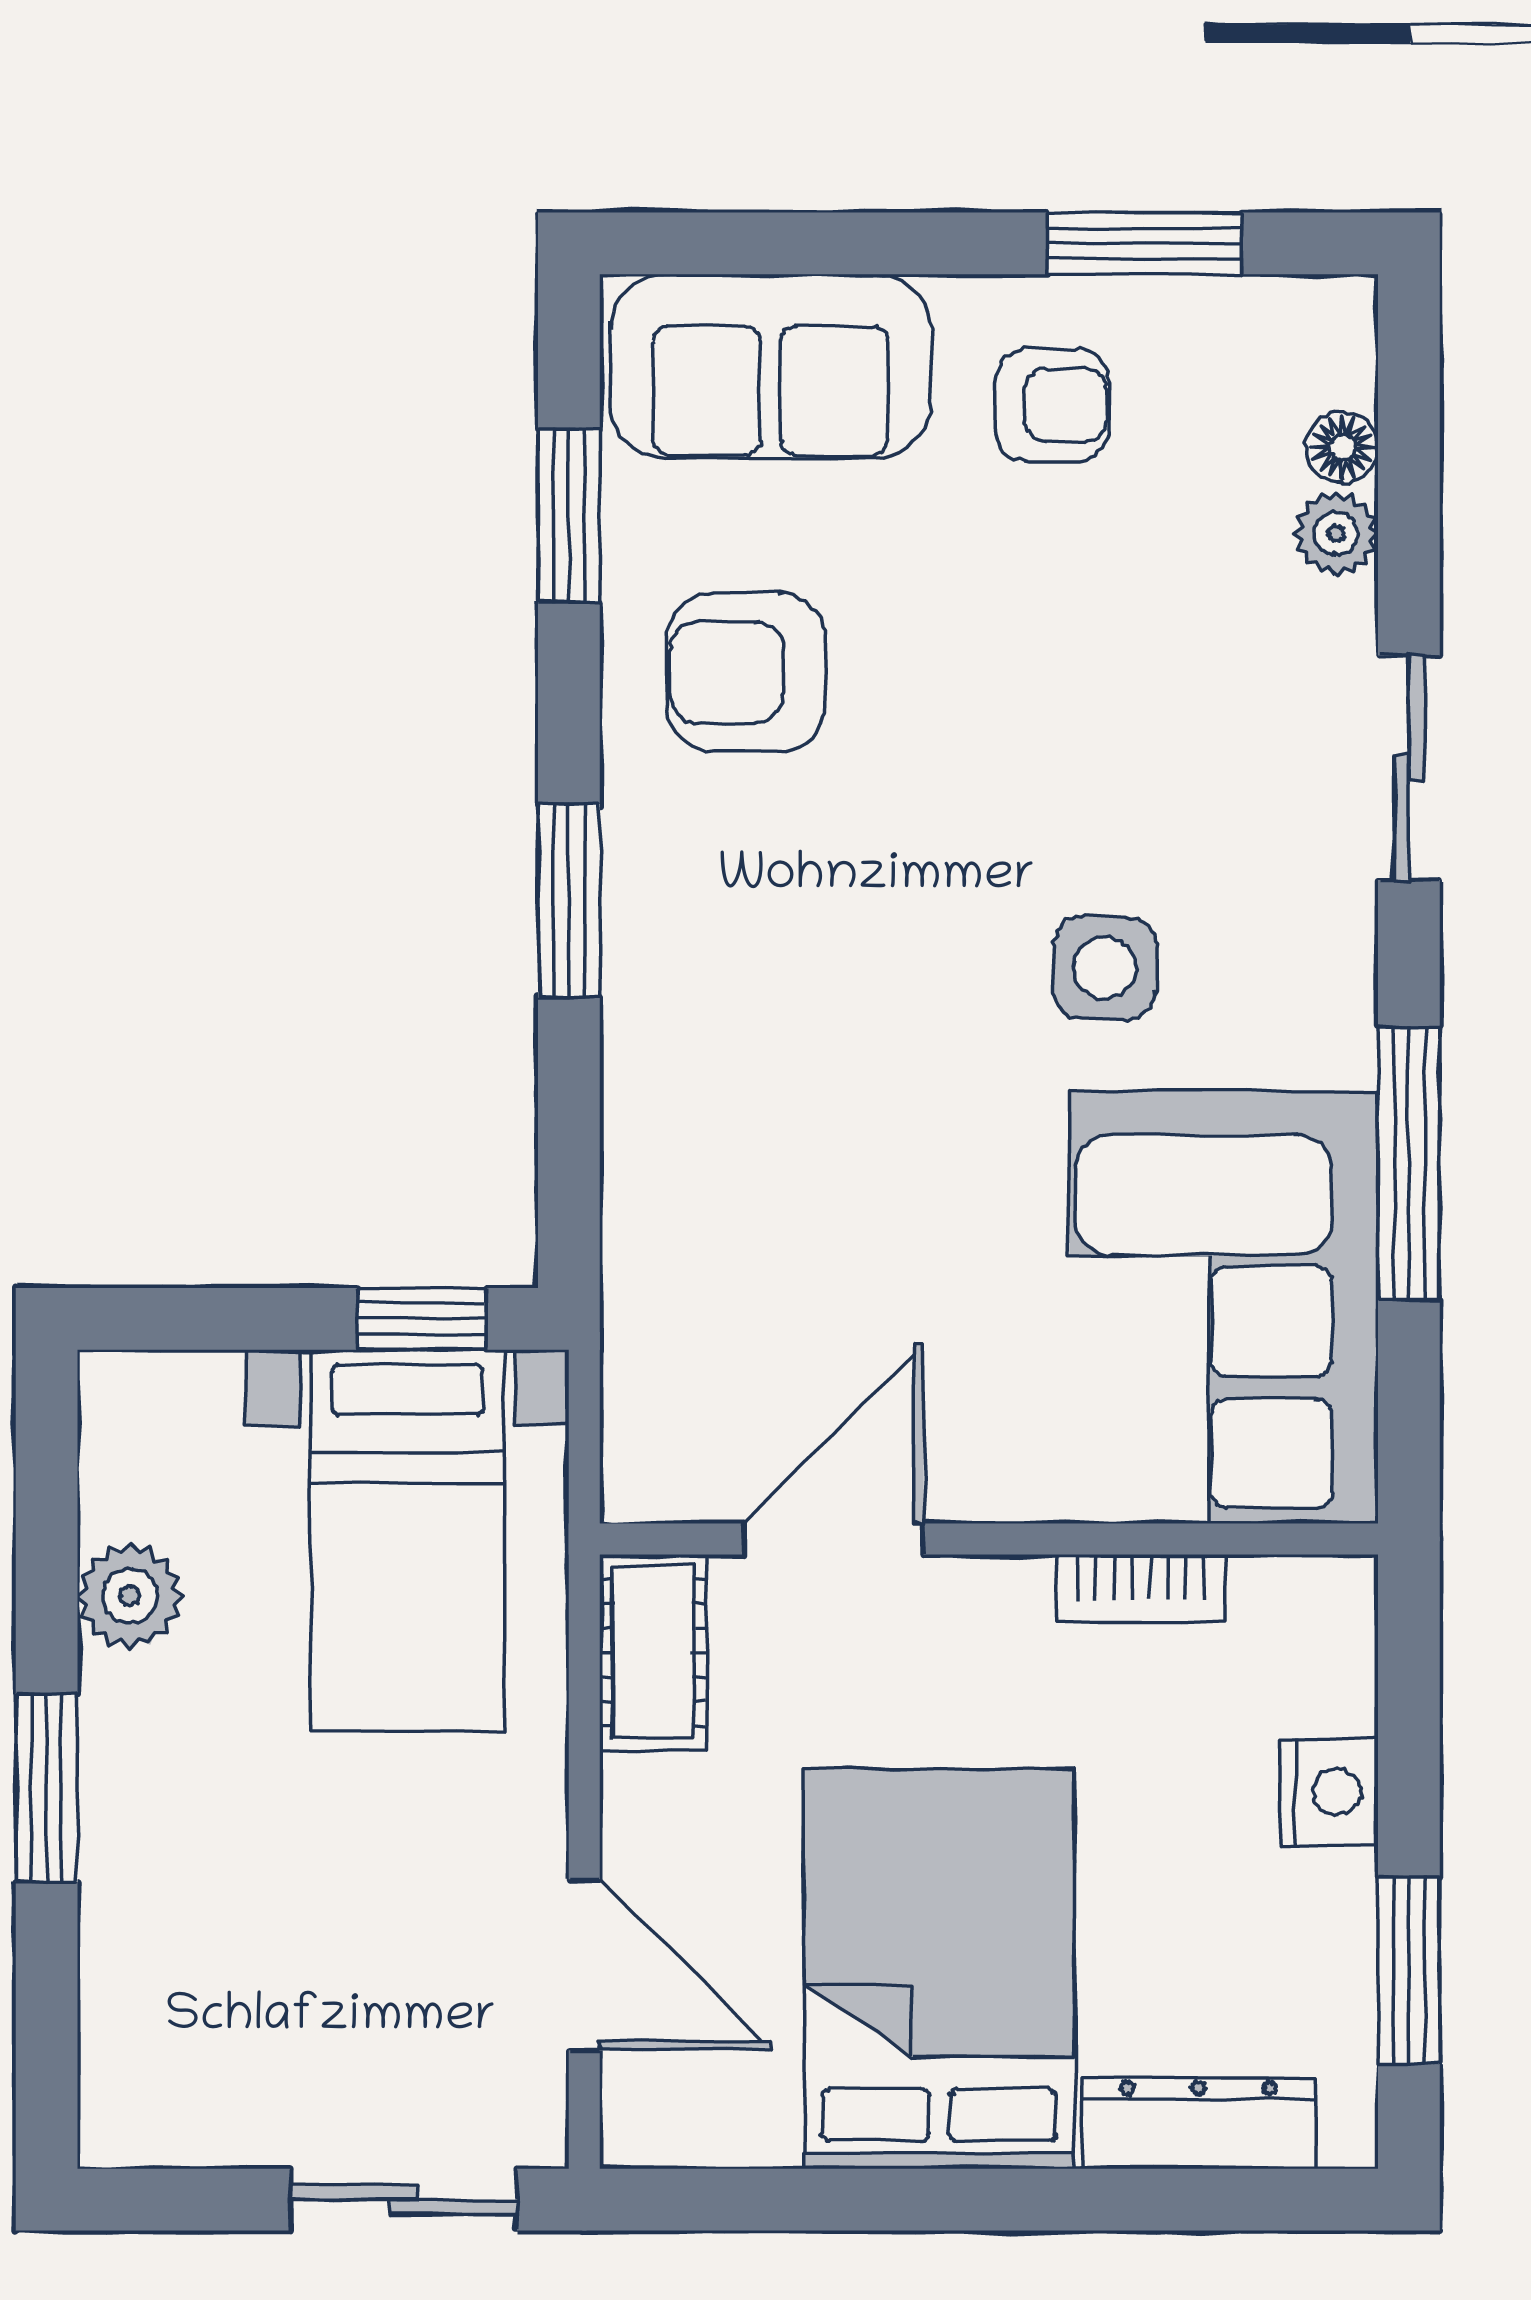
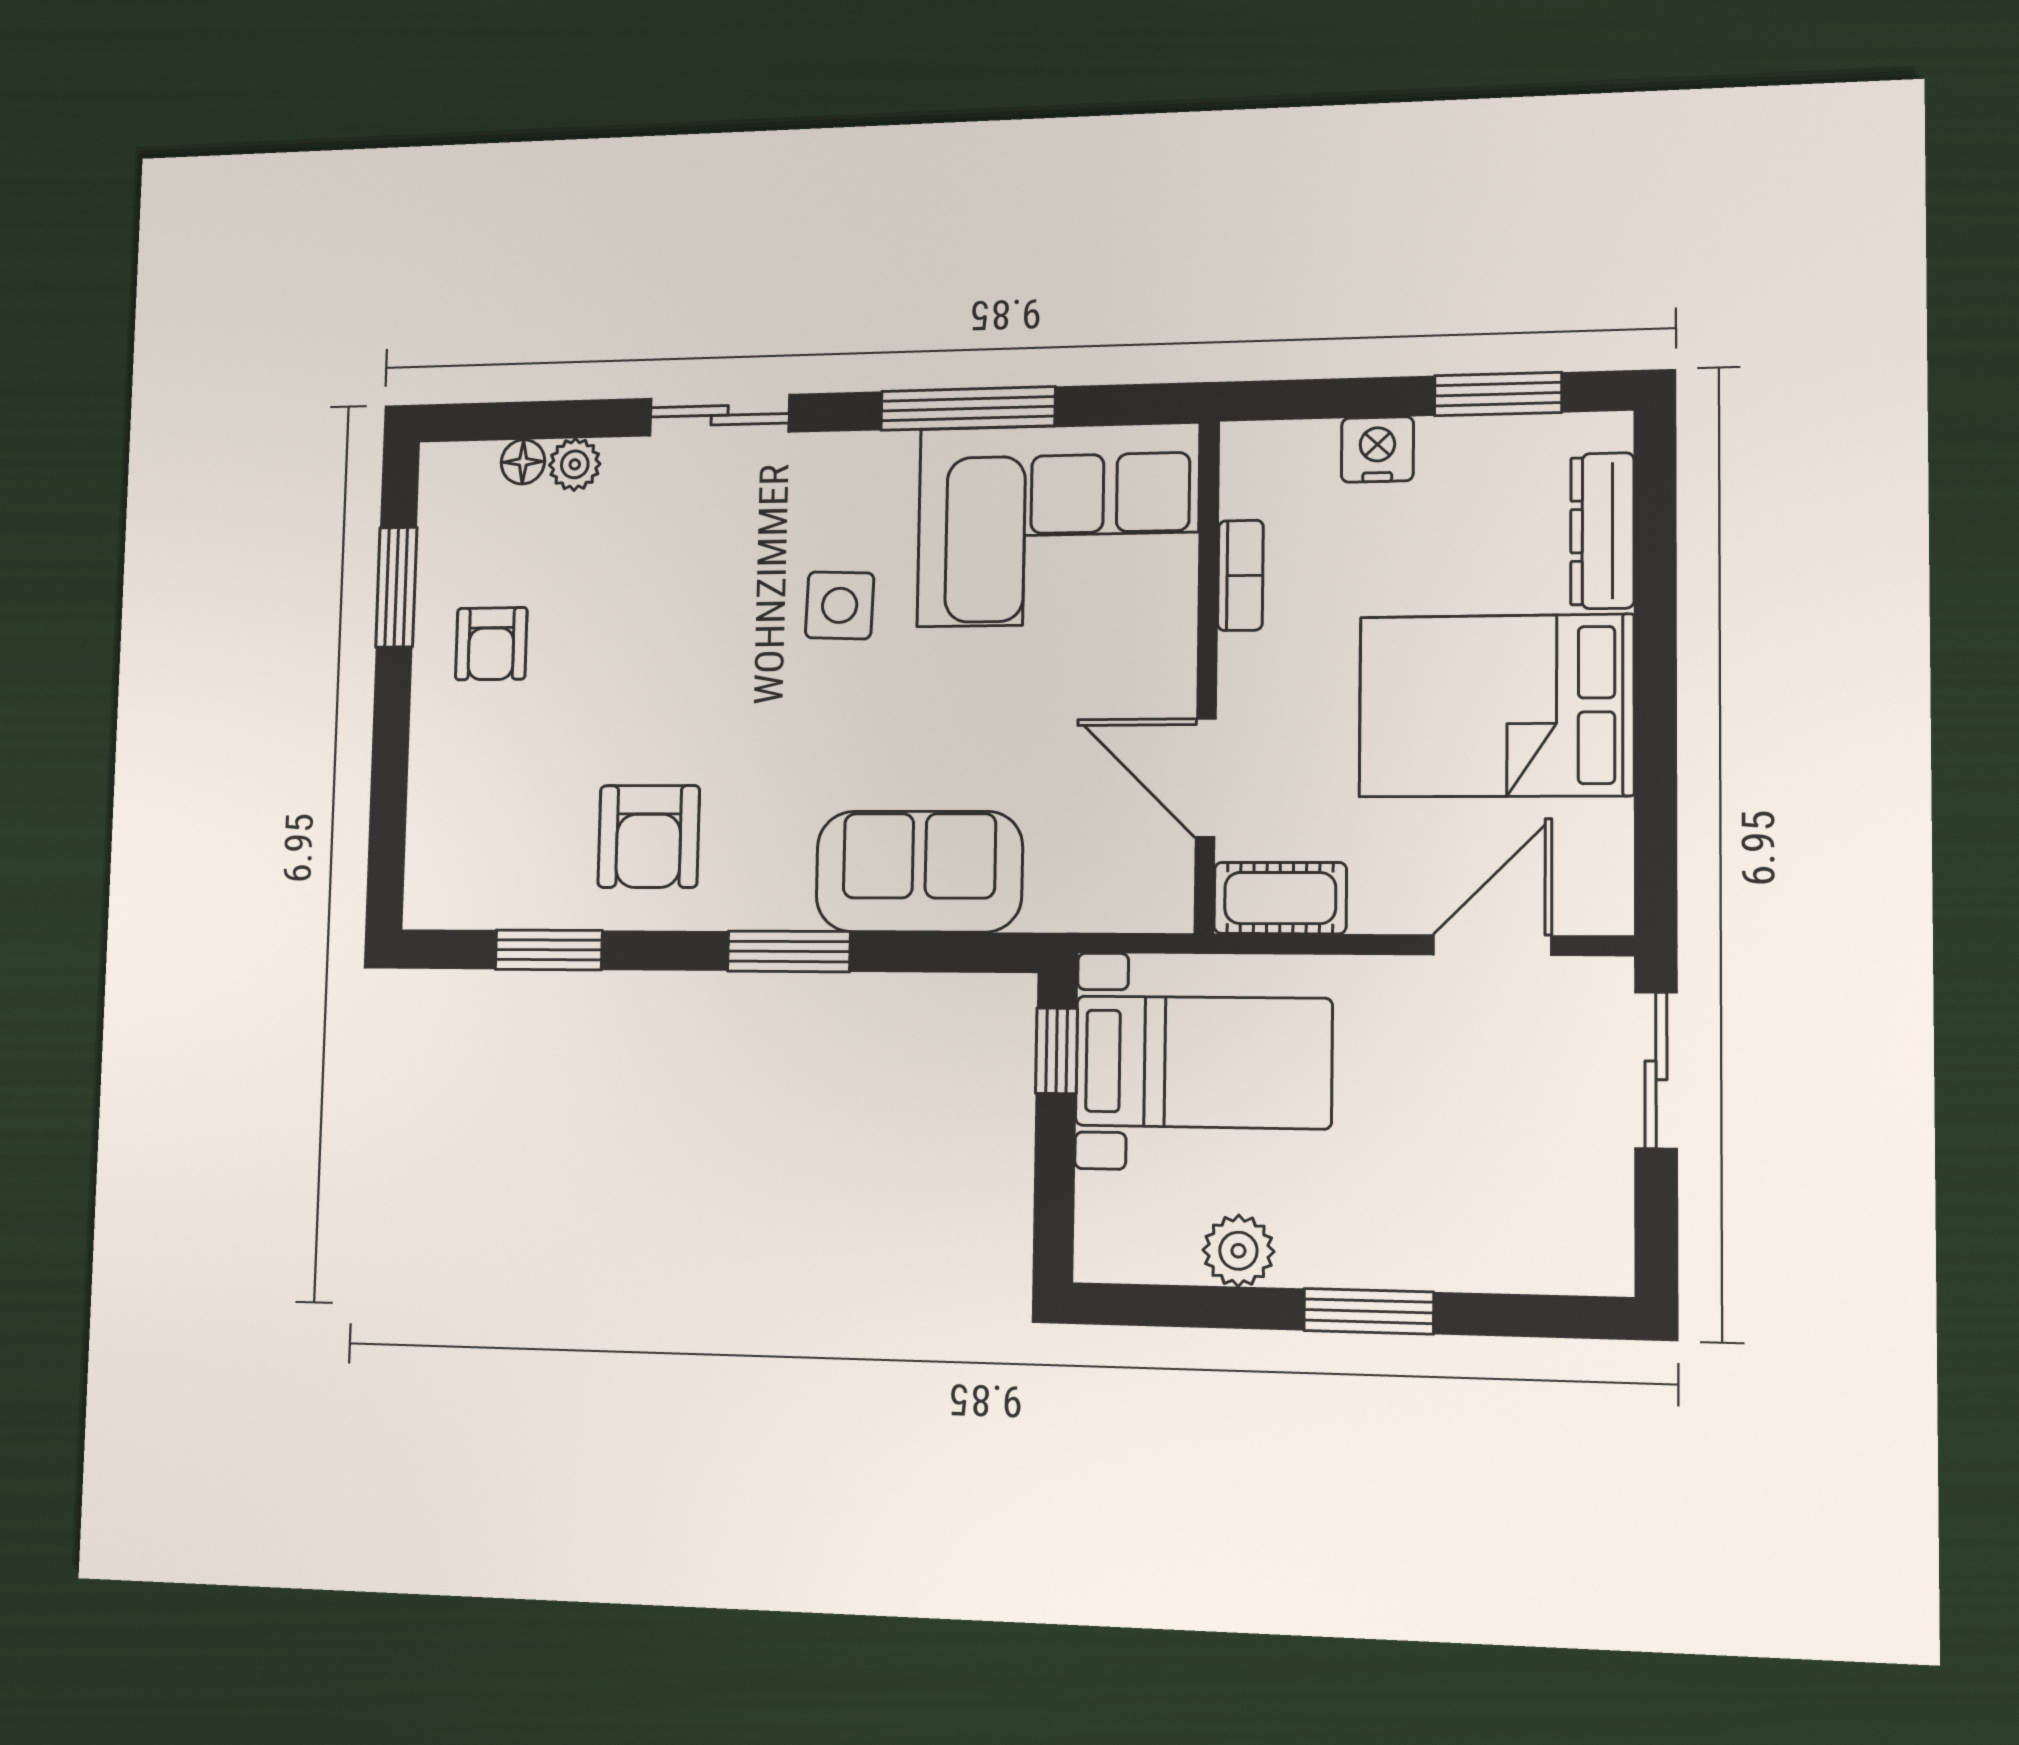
sofa: (770, 366) -> (919, 872), moved, turned -90
armchair: (1052, 405) -> (491, 644), turned 180

